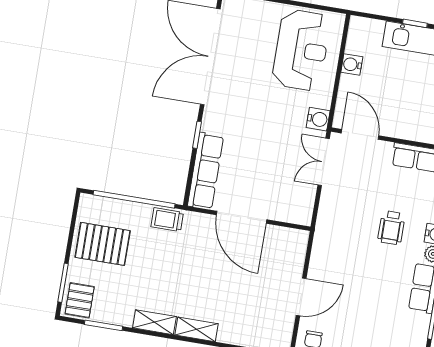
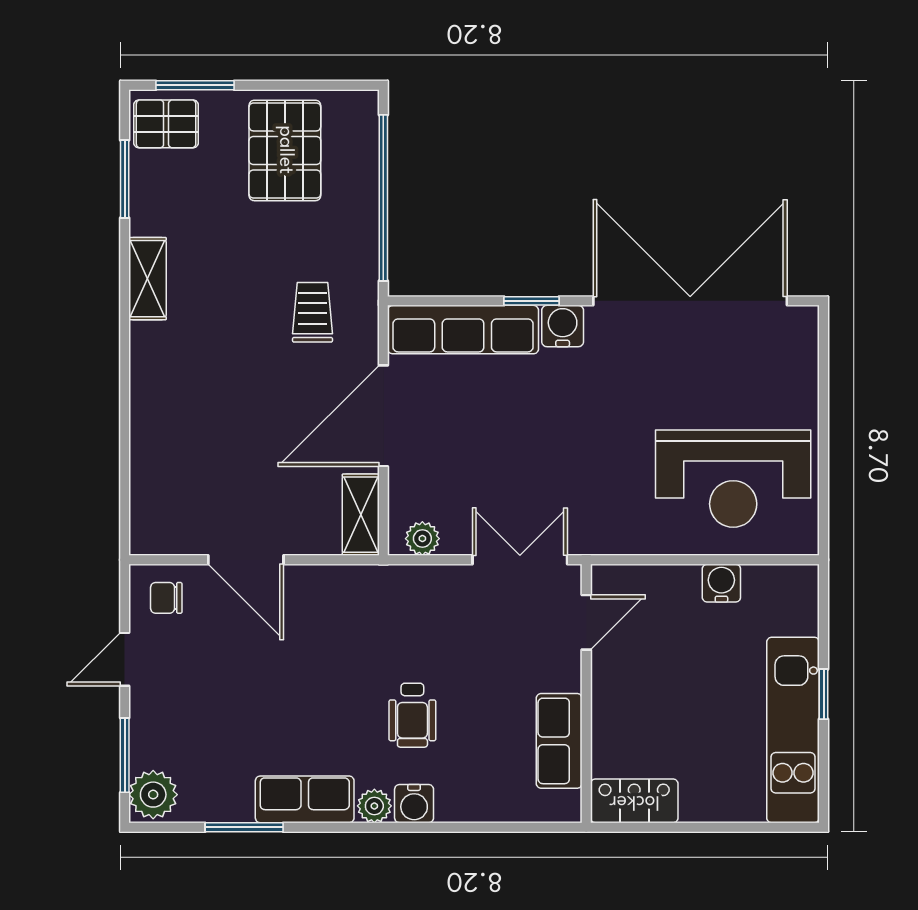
water cooler: (318, 119) -> (563, 326), moved, turned 180
door: (360, 134) -> (586, 622), width x0.73
plant: (305, 208) -> (422, 539), added
trolley: (167, 220) -> (313, 312), moved
wheelchair: (391, 228) -> (412, 715), turned -90
shelving: (197, 329) -> (361, 515), moved

